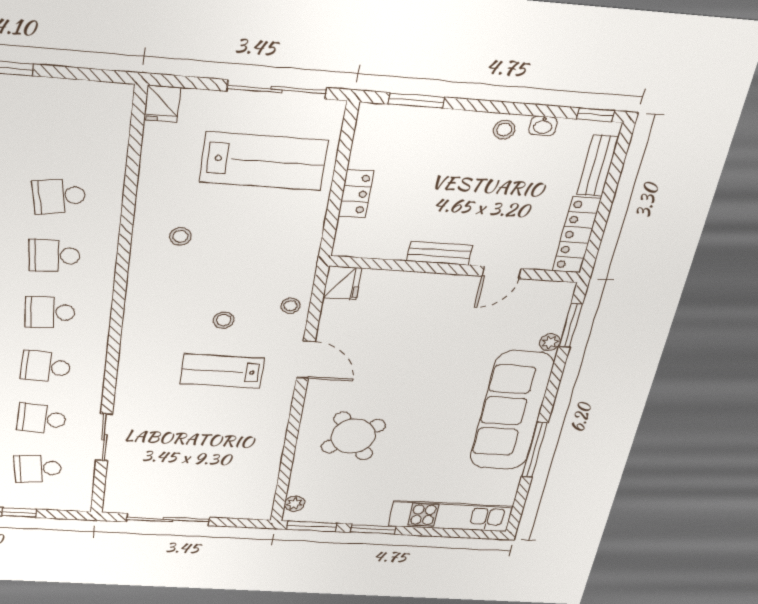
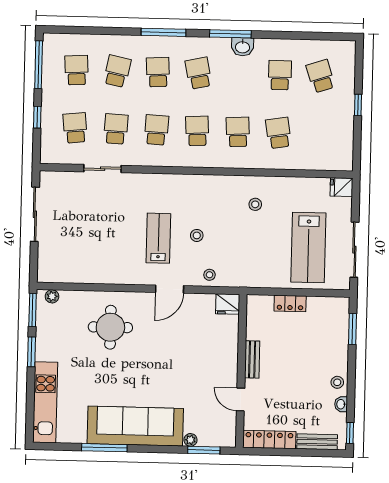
round table: (353, 436) -> (110, 327), turned 34

